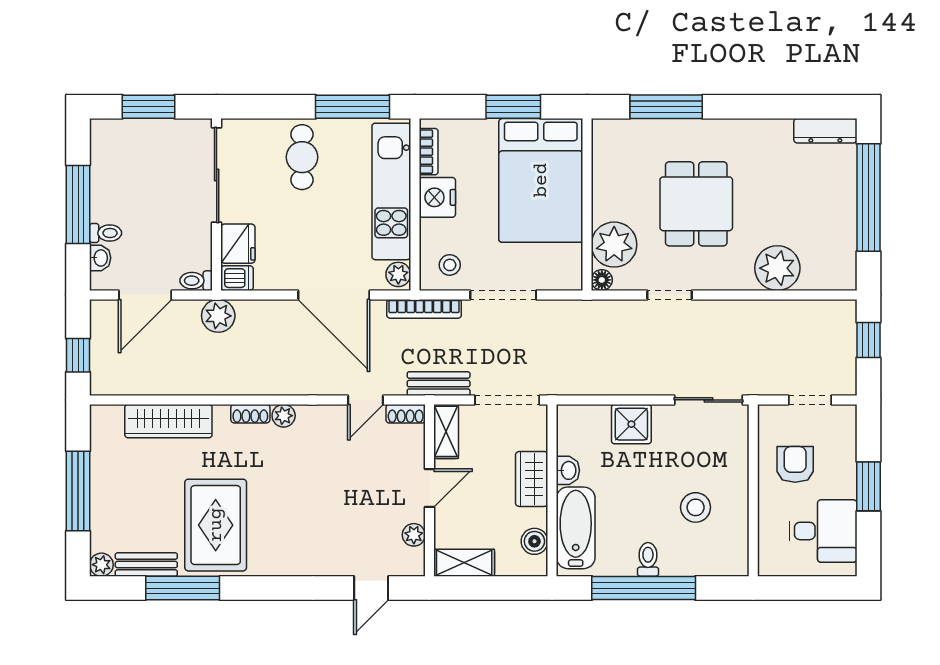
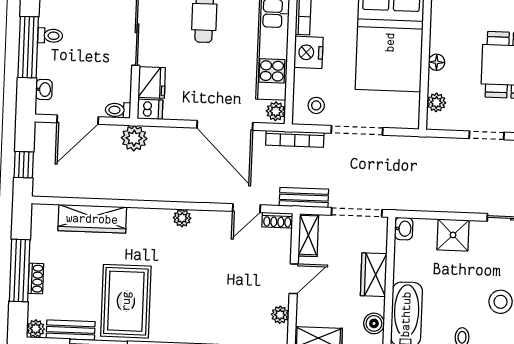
toilet: (106, 233) -> (50, 36), moved
plant: (614, 245) -> (436, 102), width x0.53, depth x0.53
floor lamp: (602, 280) -> (437, 62), moved
shoe rack: (250, 414) -> (36, 279), moved, turned -90
washbasin: (568, 470) -> (404, 229), moved

